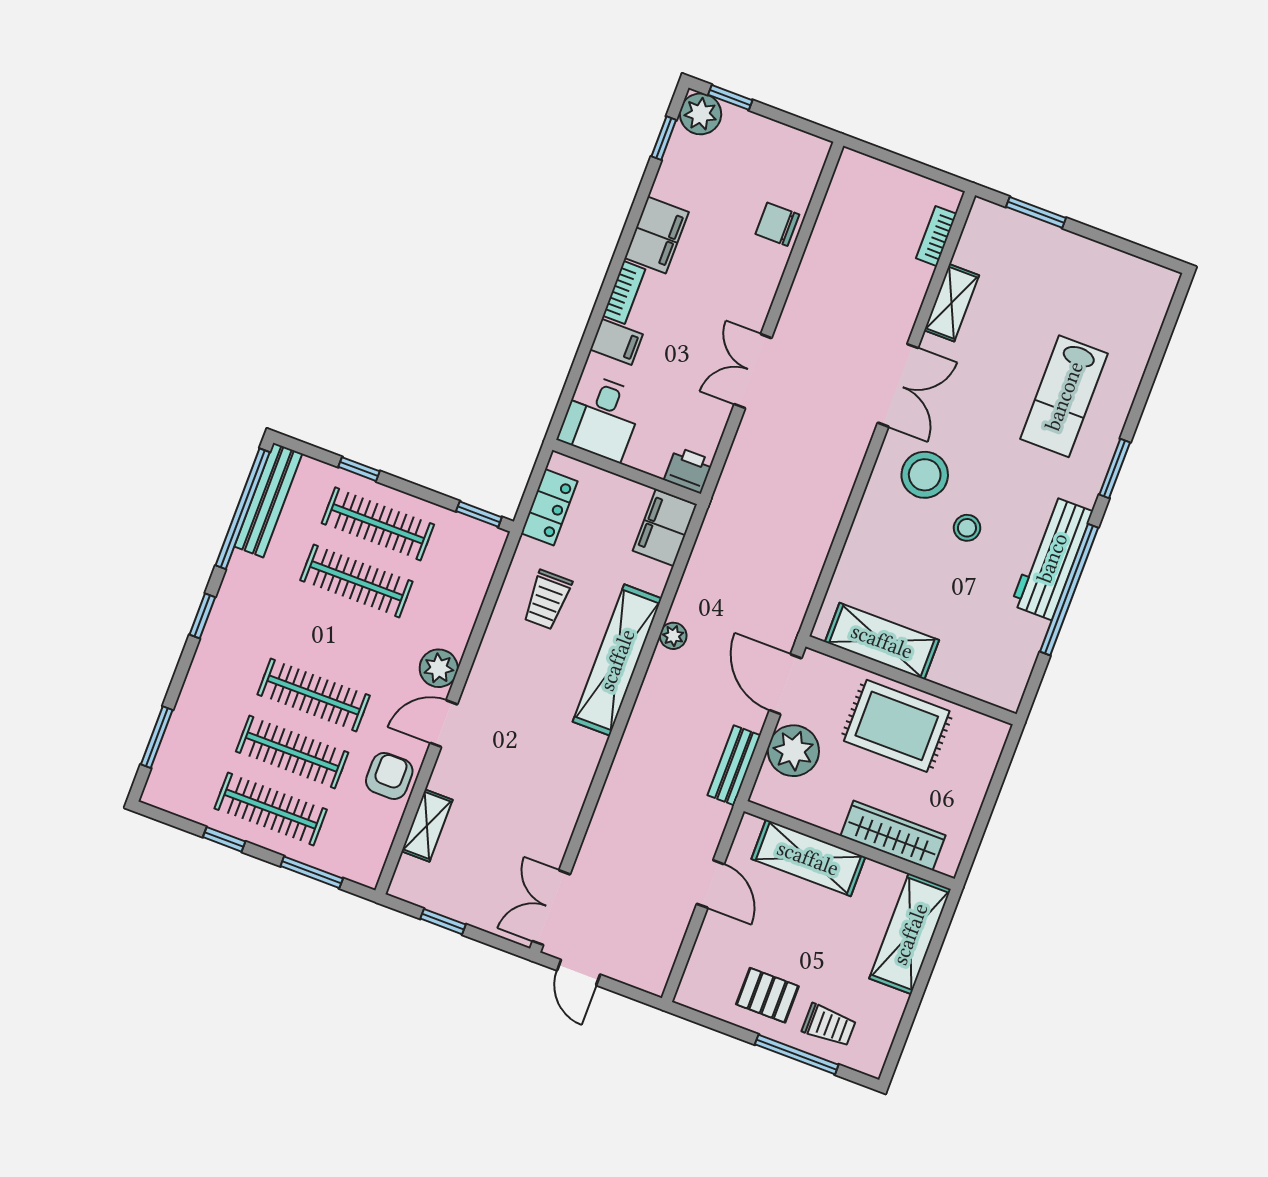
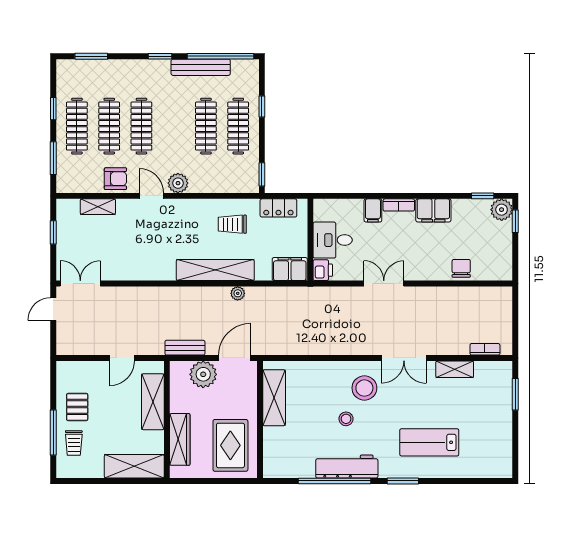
desk: (601, 417) -> (333, 240), moved
bench: (268, 500) -> (201, 67), moved
rug: (897, 726) -> (230, 445), moved

